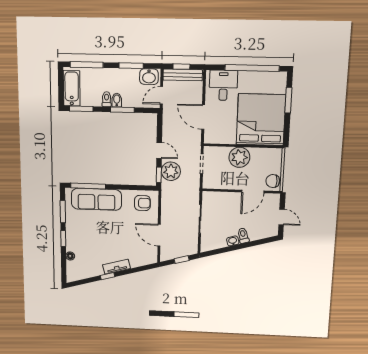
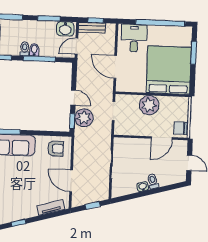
bench: (183, 75) -> (92, 28), width x0.73
window: (122, 110) -> (39, 59), width x1.44
tv unit: (116, 267) -> (51, 208), moved

